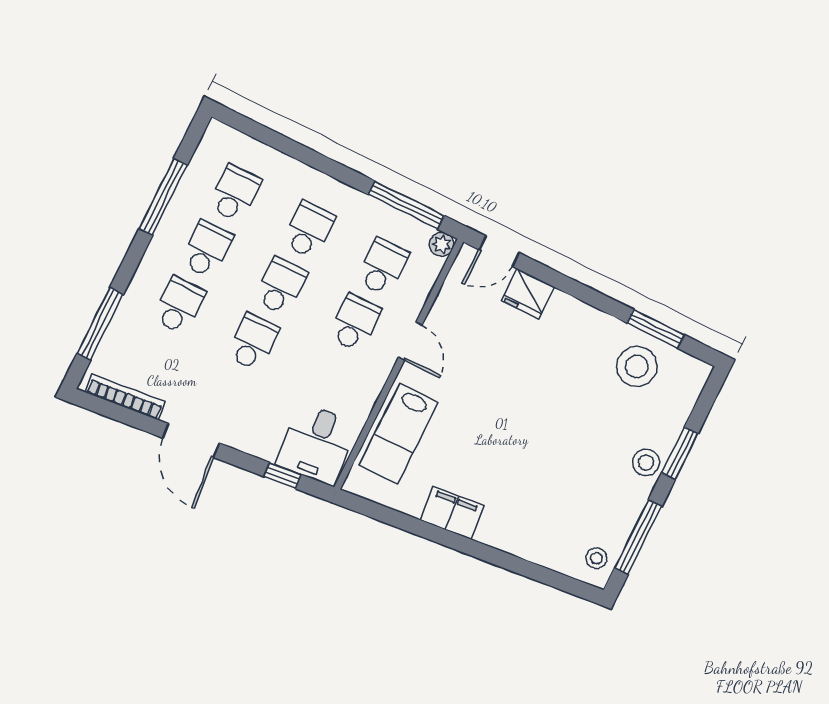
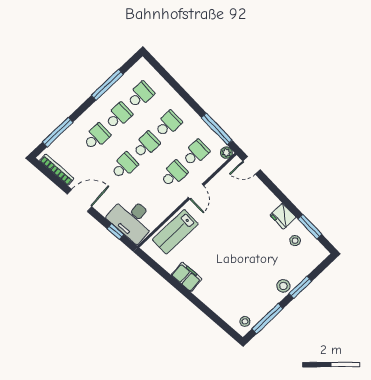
fridge: (528, 294) -> (283, 216), moved
stool: (637, 366) -> (295, 241), width x0.53, depth x0.53
door: (191, 441) -> (80, 200), swing flipped
desk: (317, 444) -> (132, 219), width x1.37

